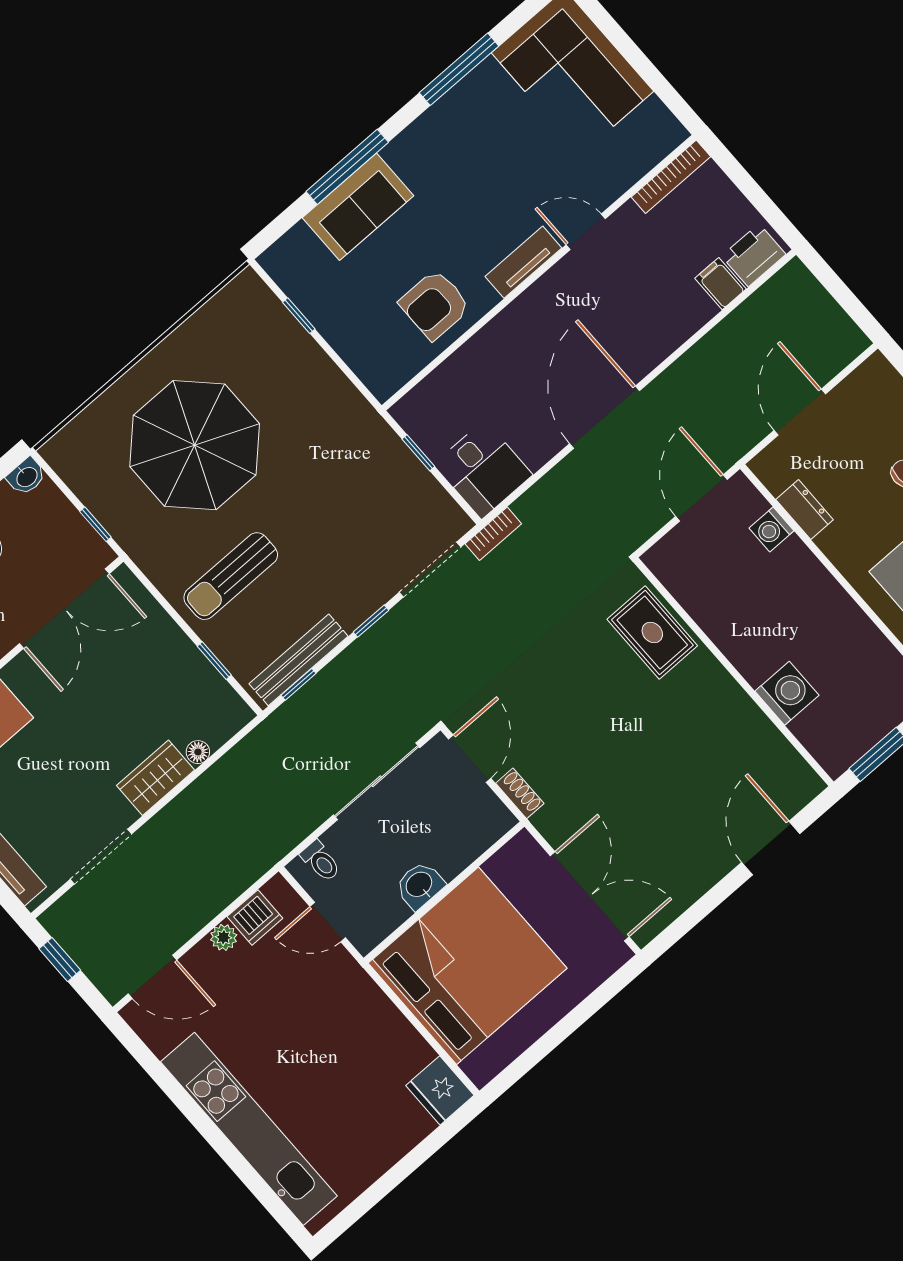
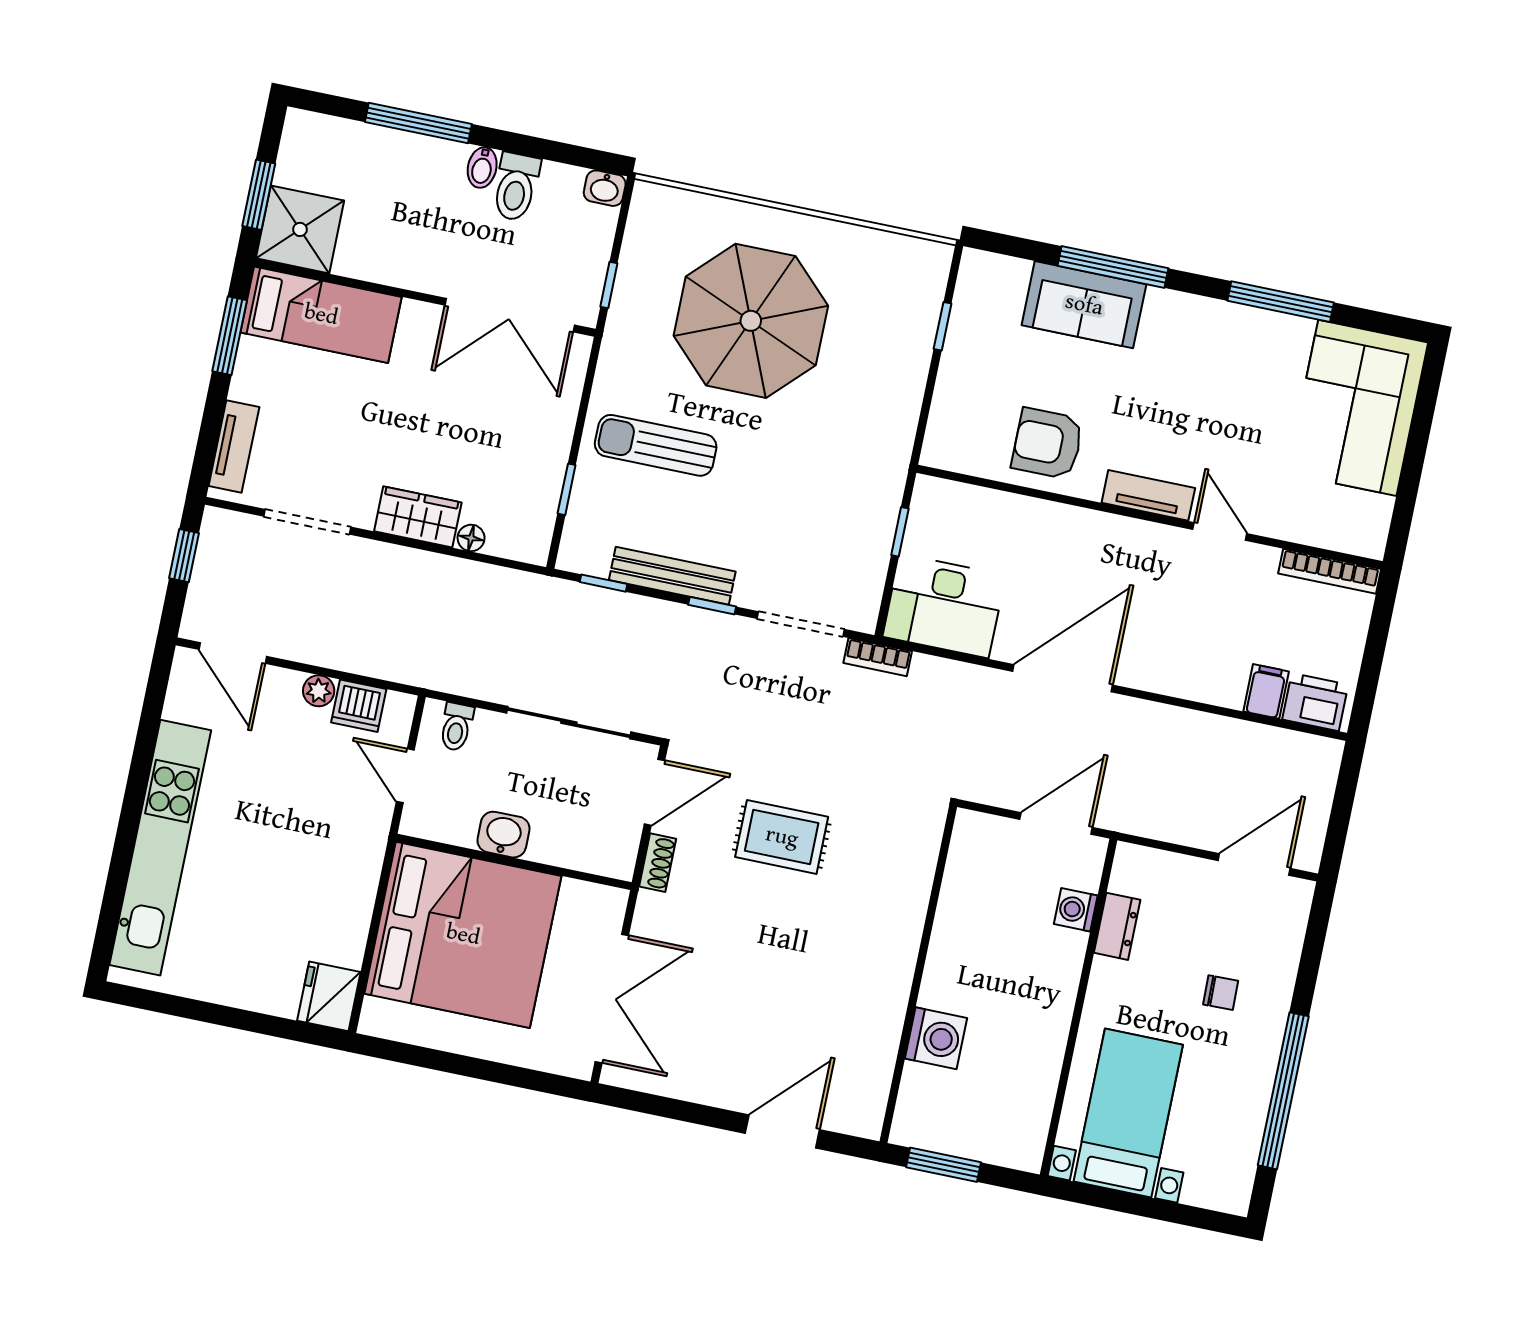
door: (800, 412) -> (1254, 865), moved
desk: (483, 470) -> (944, 606), width x1.37
rug: (652, 632) -> (782, 837), moved, turned 90
bench: (299, 660) -> (672, 576), moved

